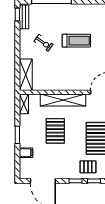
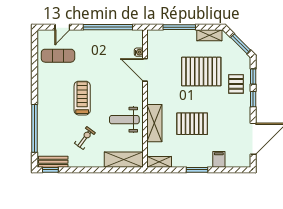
weight bench: (59, 75) -> (124, 120), added
shelving: (63, 100) -> (154, 123), width x0.68

